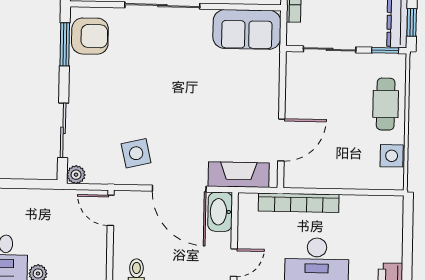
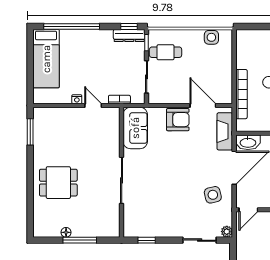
armchair: (90, 36) -> (178, 120), moved, turned 90
window: (65, 44) -> (147, 240), width x0.67
cafe table: (386, 104) -> (166, 52), moved

